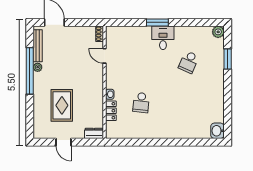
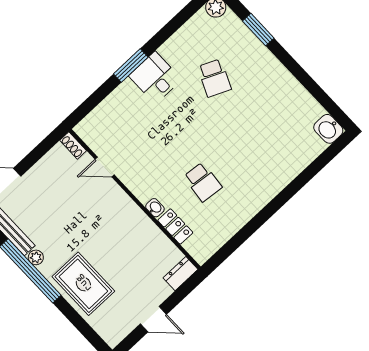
rug: (62, 105) -> (83, 284), moved

